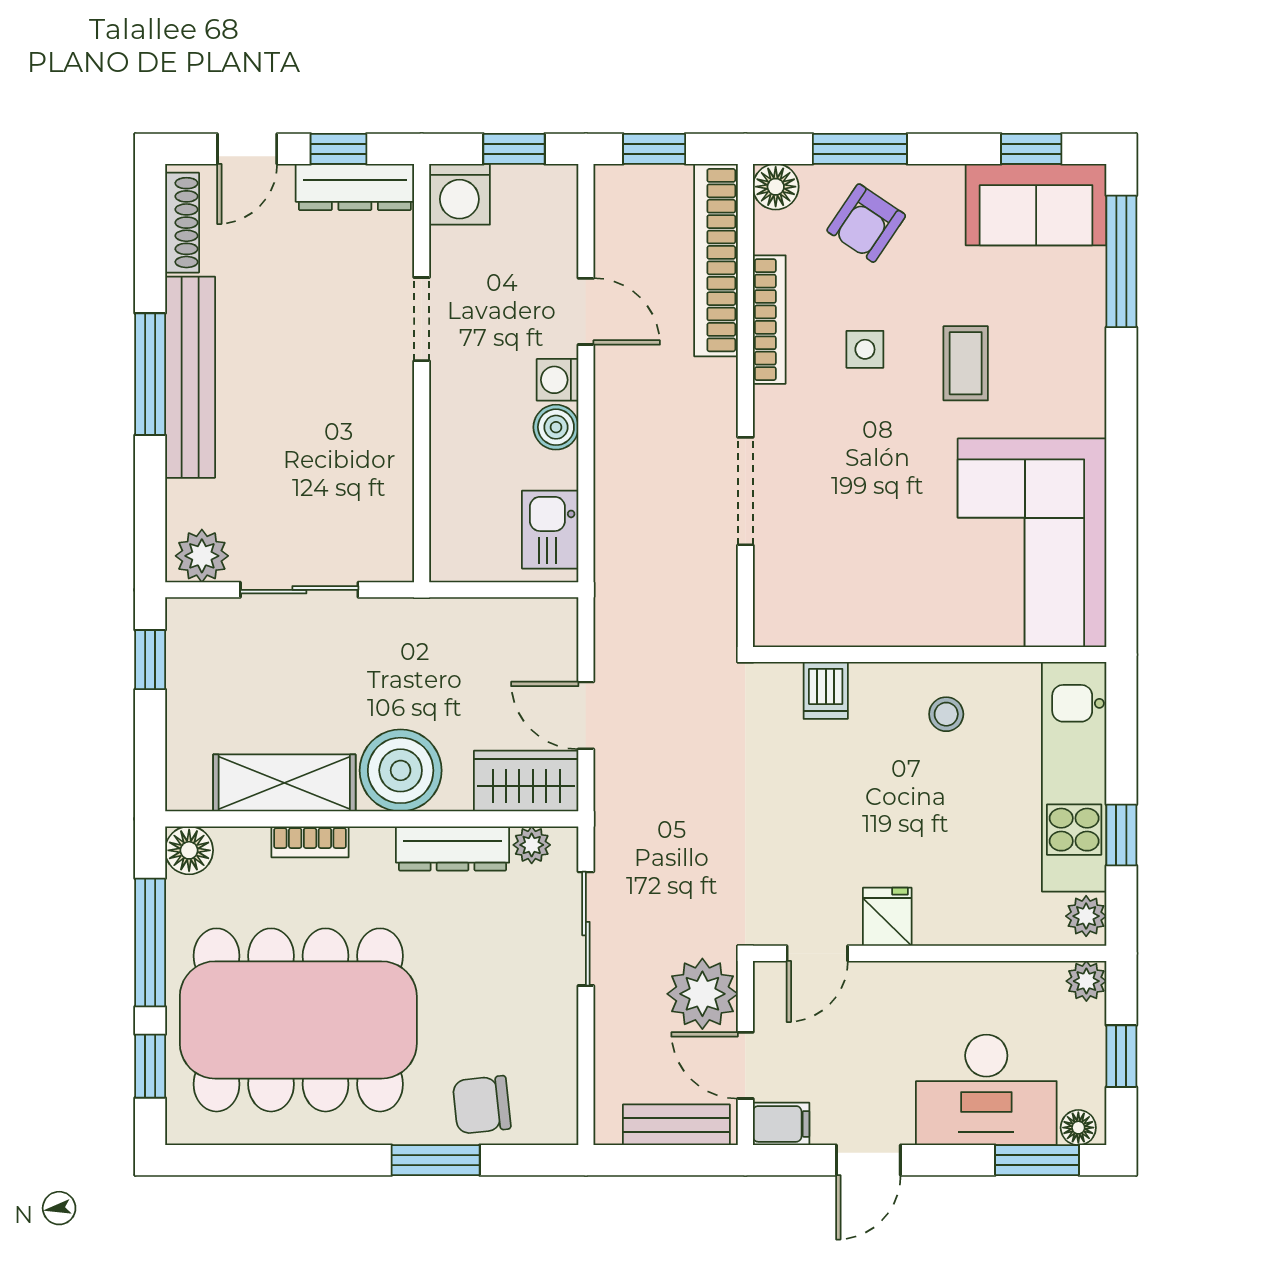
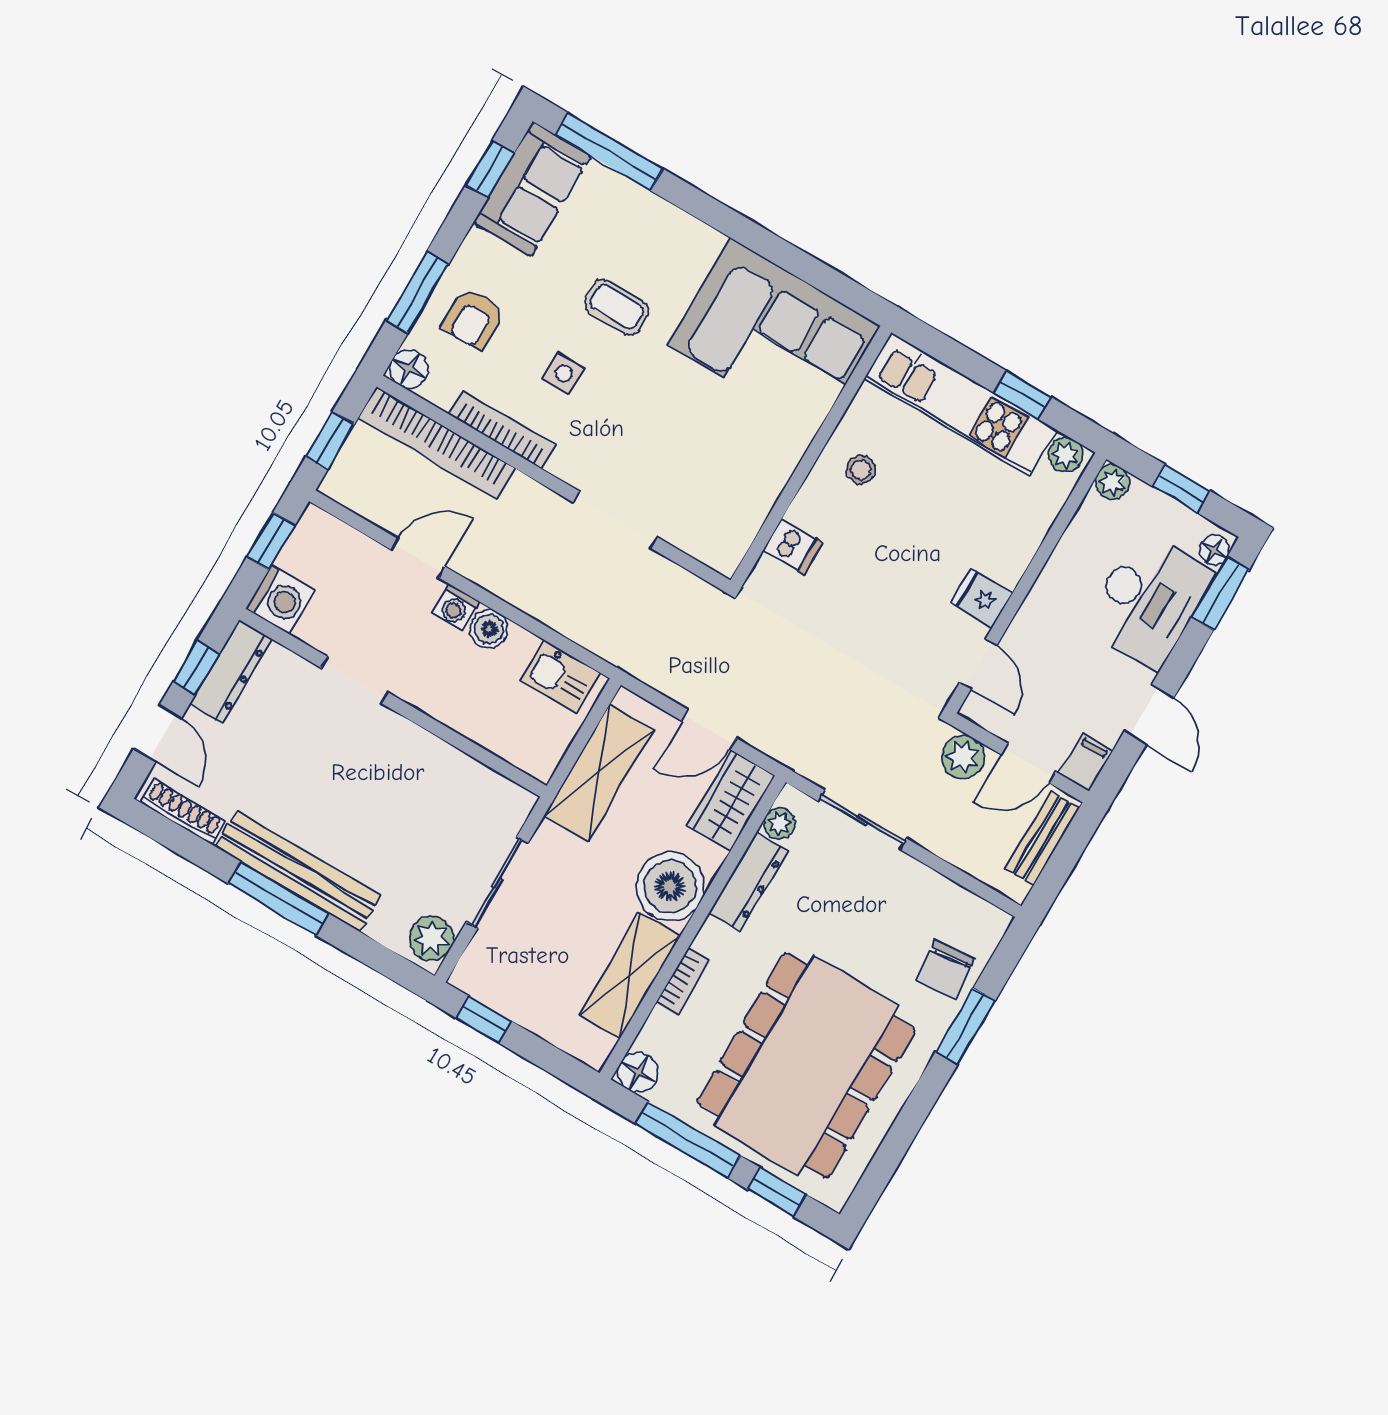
armchair: (866, 223) -> (473, 319), turned 56
shelving: (475, 628) -> (599, 773), added
plant: (702, 994) -> (963, 757), width x0.73, depth x0.73

